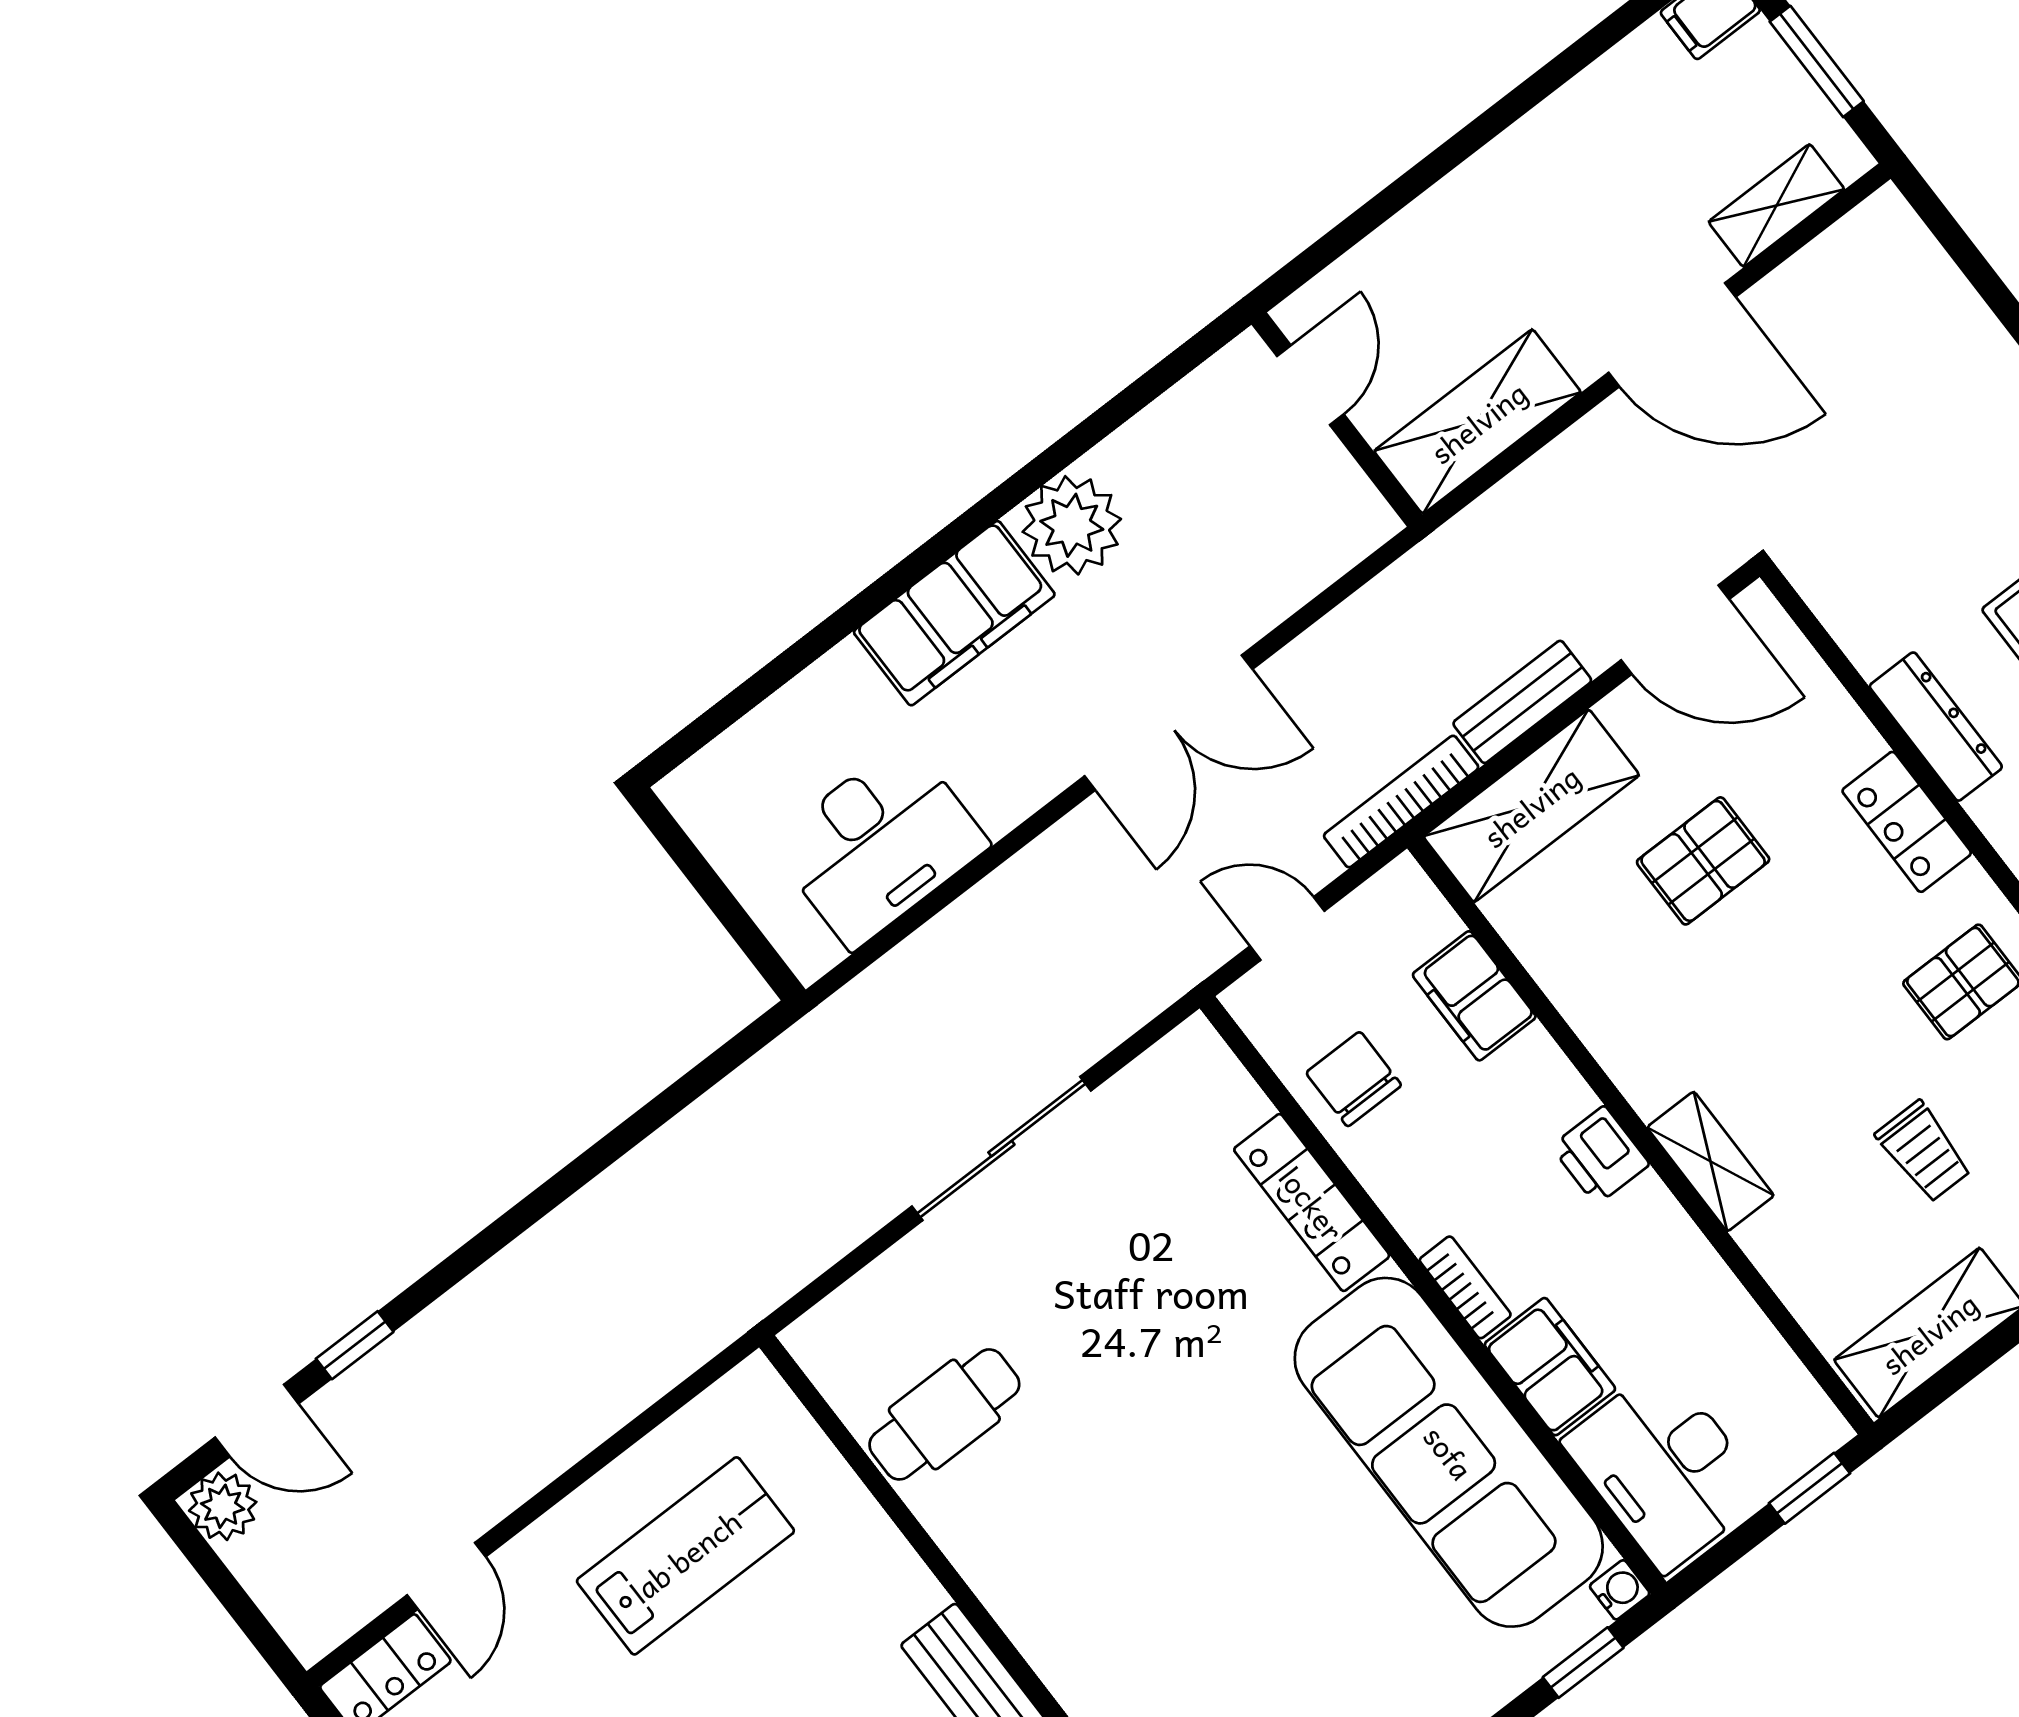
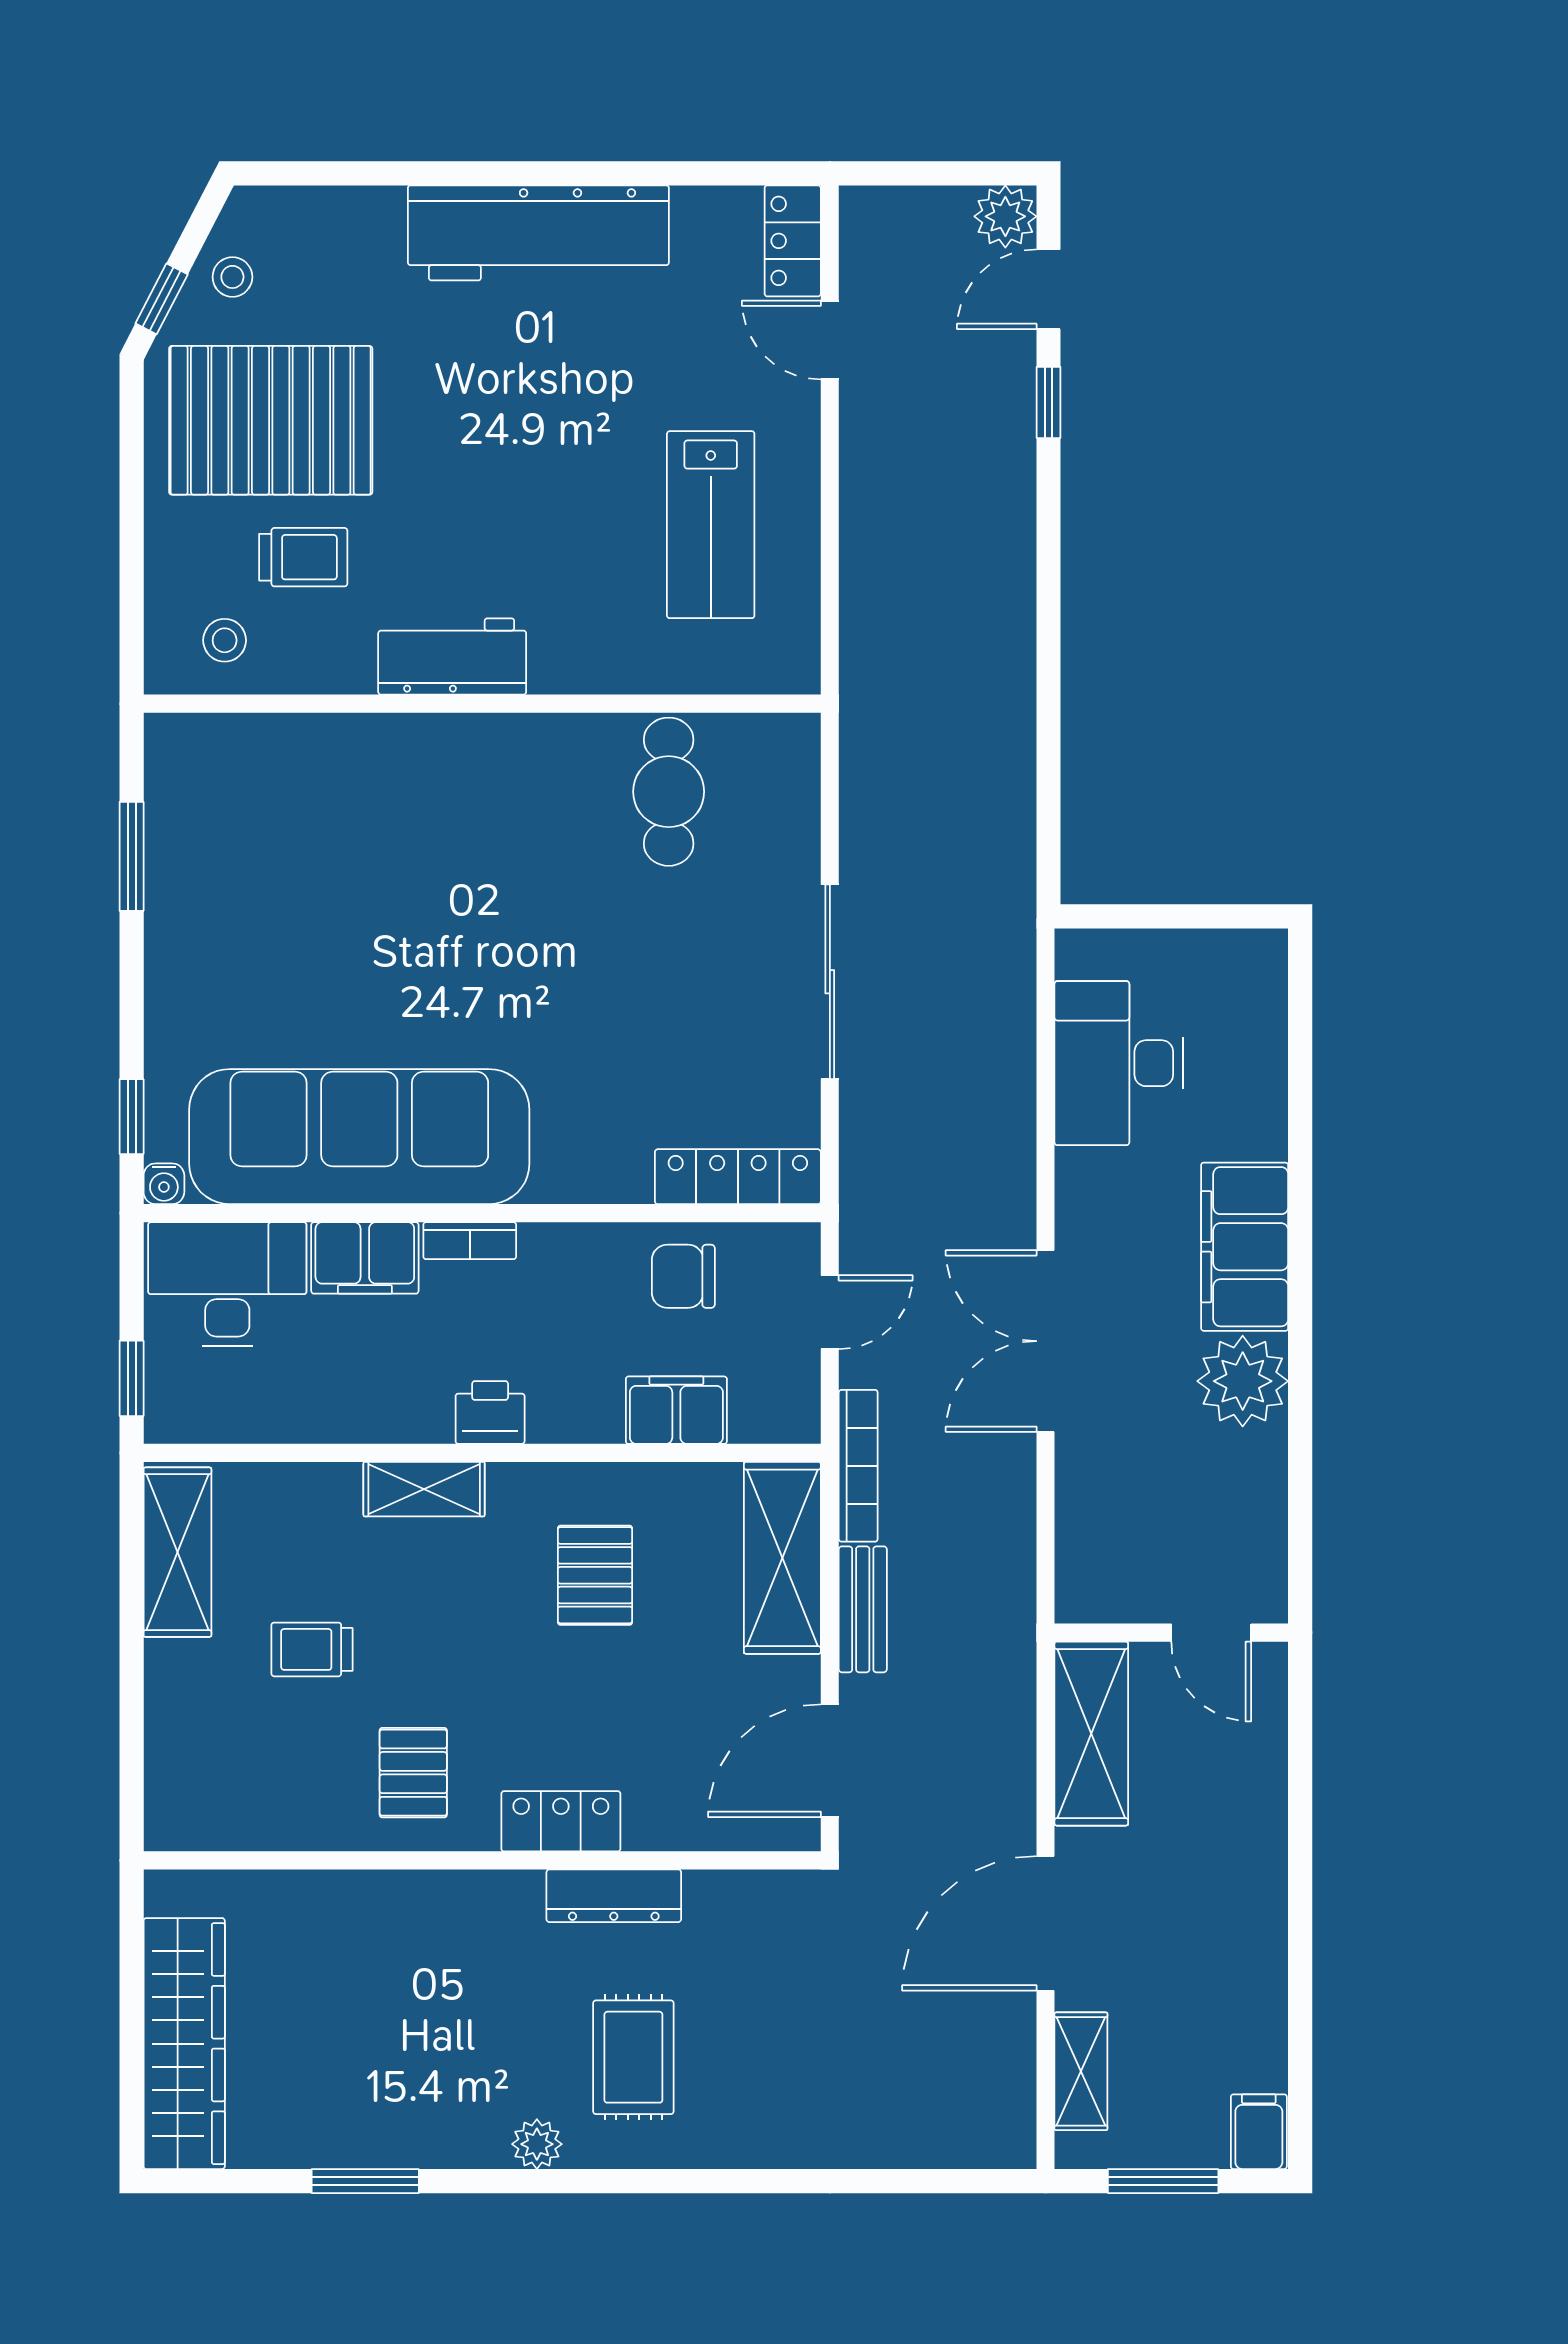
pallet: (1703, 861) -> (595, 1575), moved
chair: (1354, 1079) -> (683, 1276), turned 180
locker: (1312, 1203) -> (738, 1177), moved

